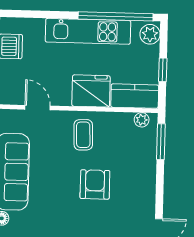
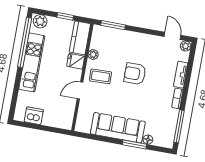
fridge: (91, 91) -> (76, 61), width x0.53, depth x0.75
door: (38, 108) -> (80, 91), moved
plant: (142, 120) -> (93, 54), moved

